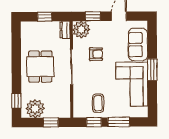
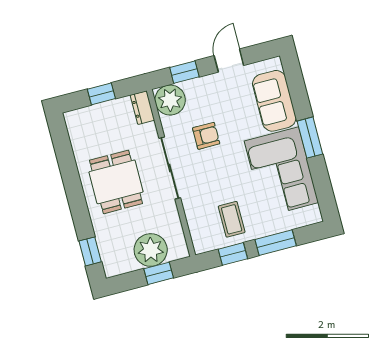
plant: (35, 109) -> (151, 250), moved

